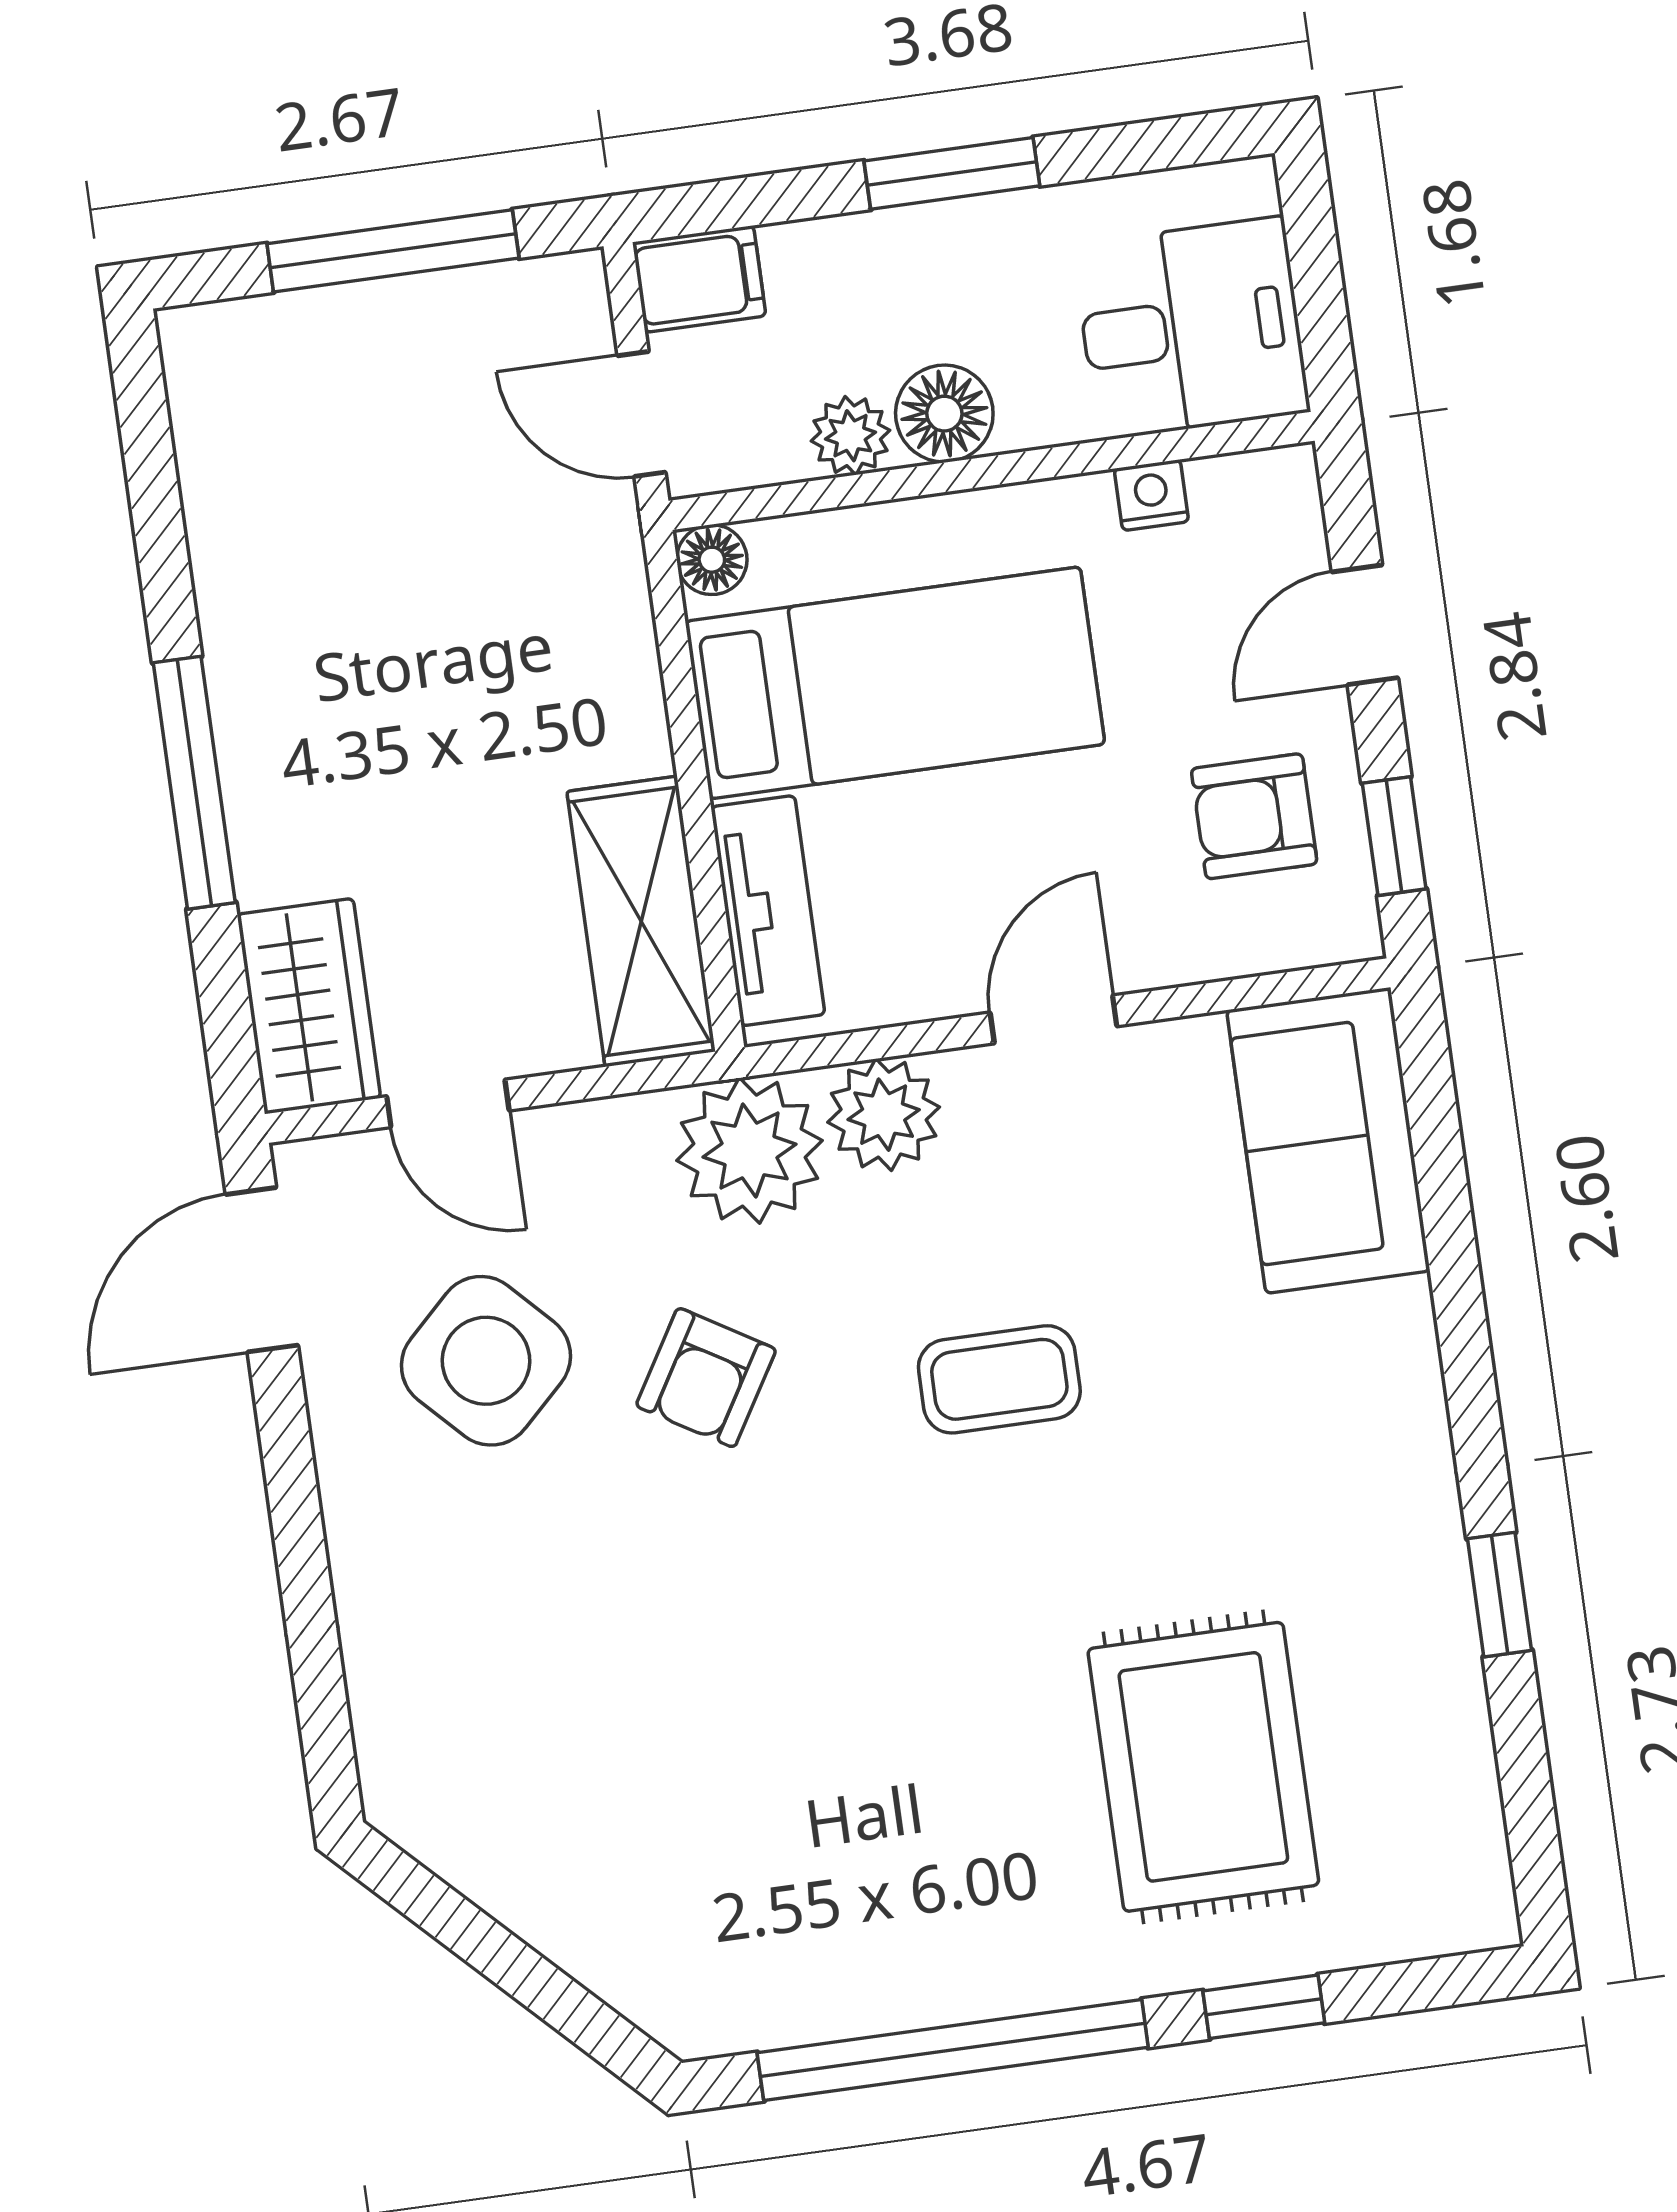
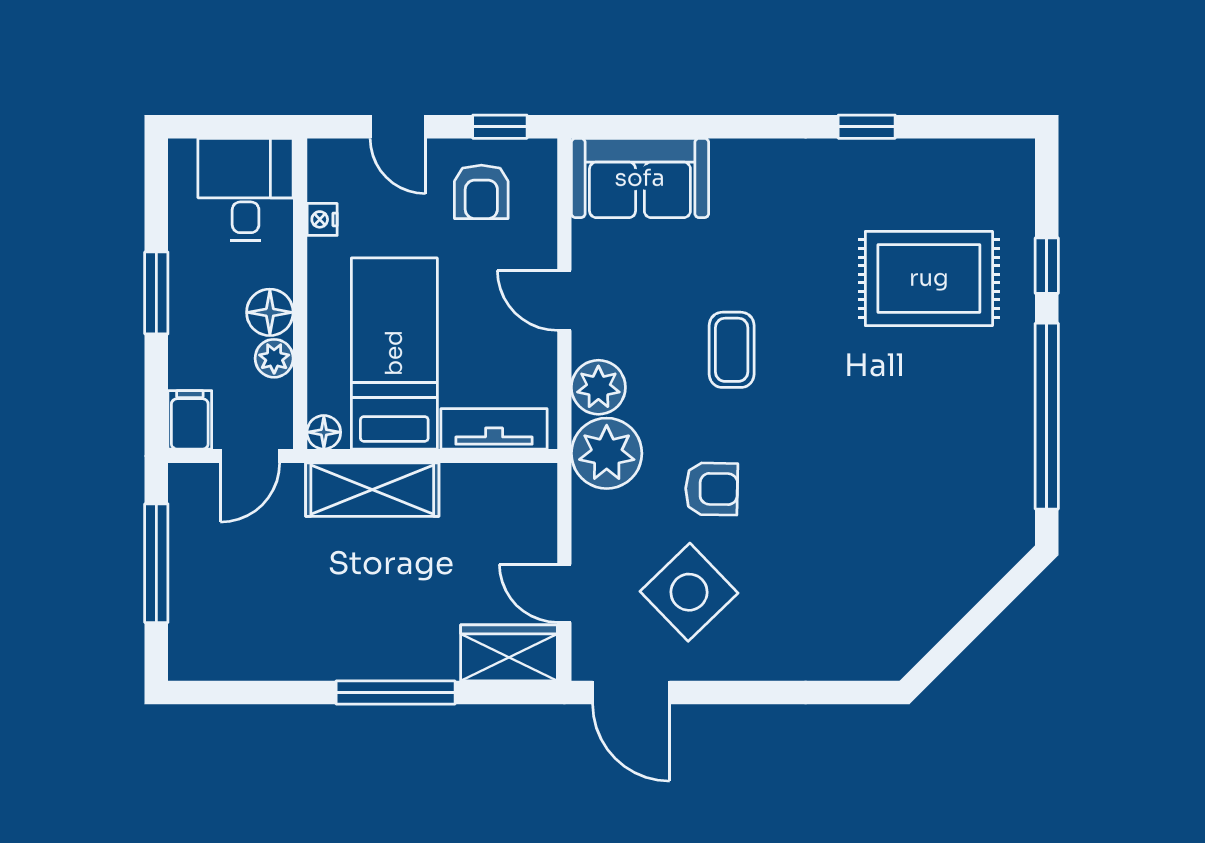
shelving: (641, 921) -> (372, 490), moved
door: (448, 1103) -> (564, 593), swing flipped
armchair: (706, 1378) -> (711, 489), turned -30

